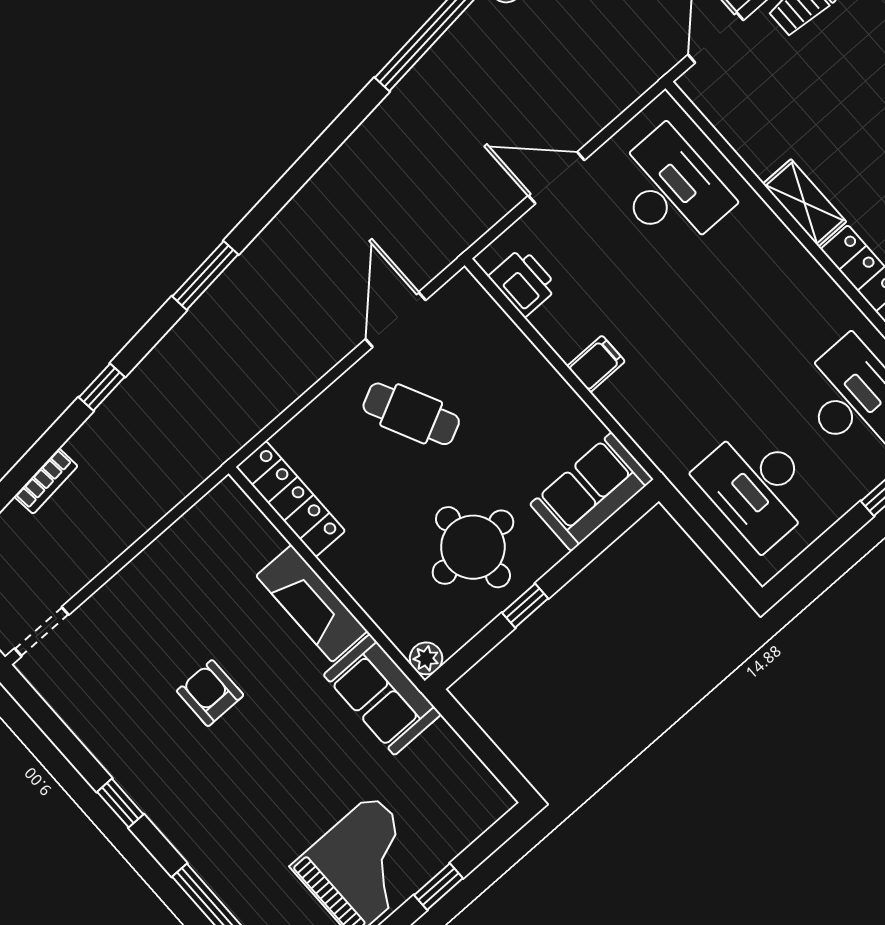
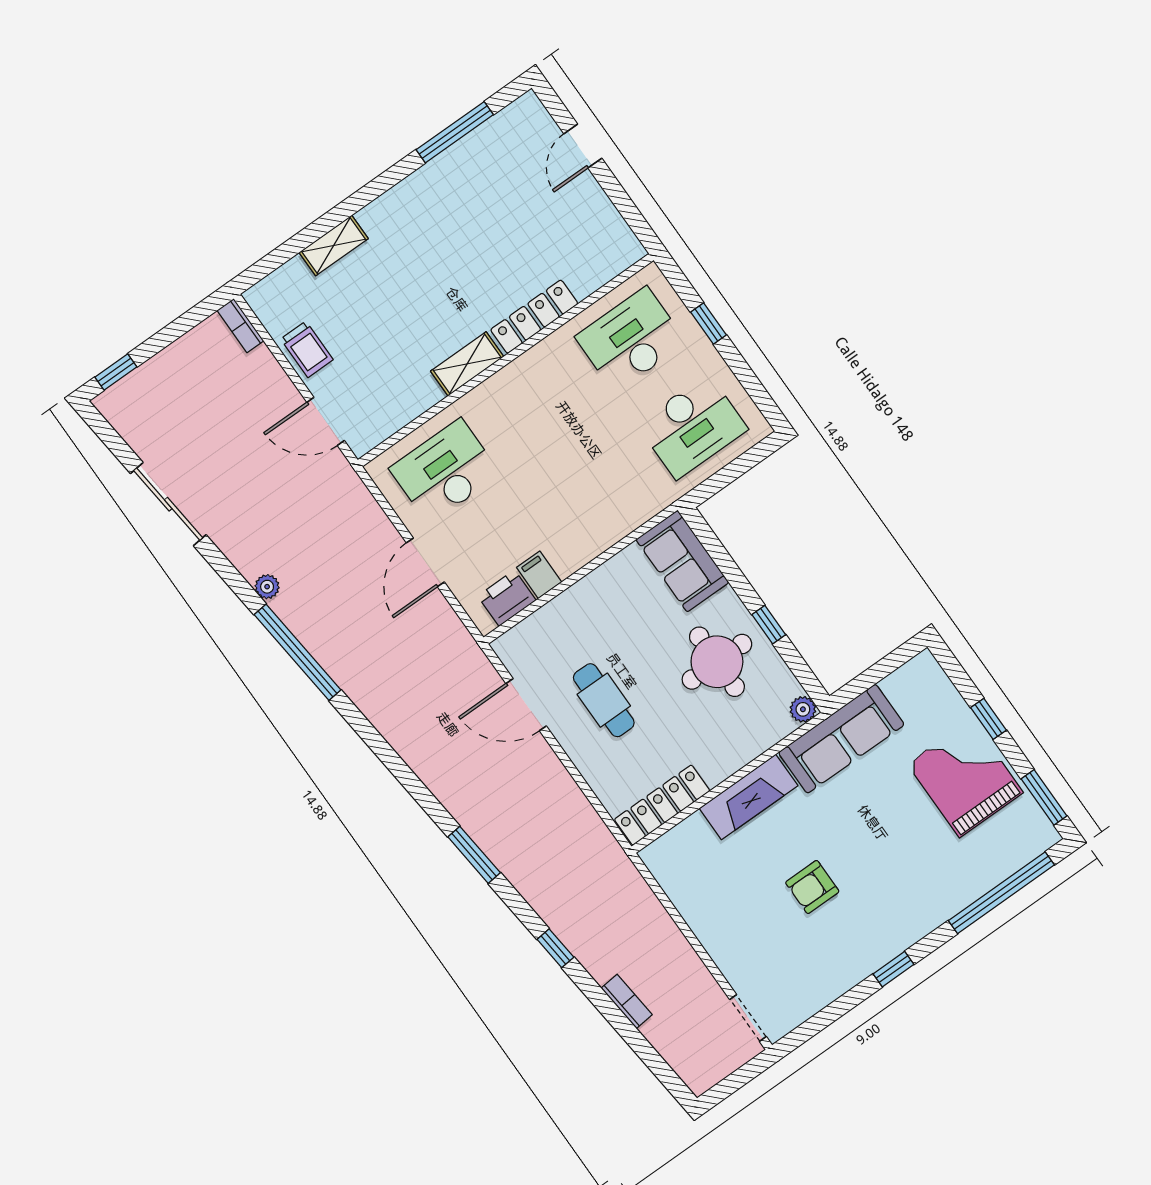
filing cabinet: (596, 364) -> (539, 575), moved
cafe table: (411, 414) -> (604, 700), turned -64
sofa: (382, 695) -> (841, 739), width x1.36

